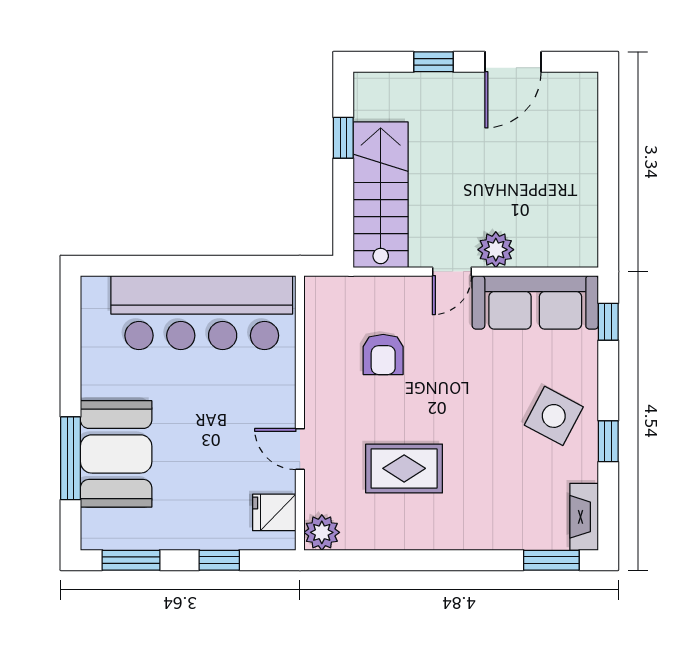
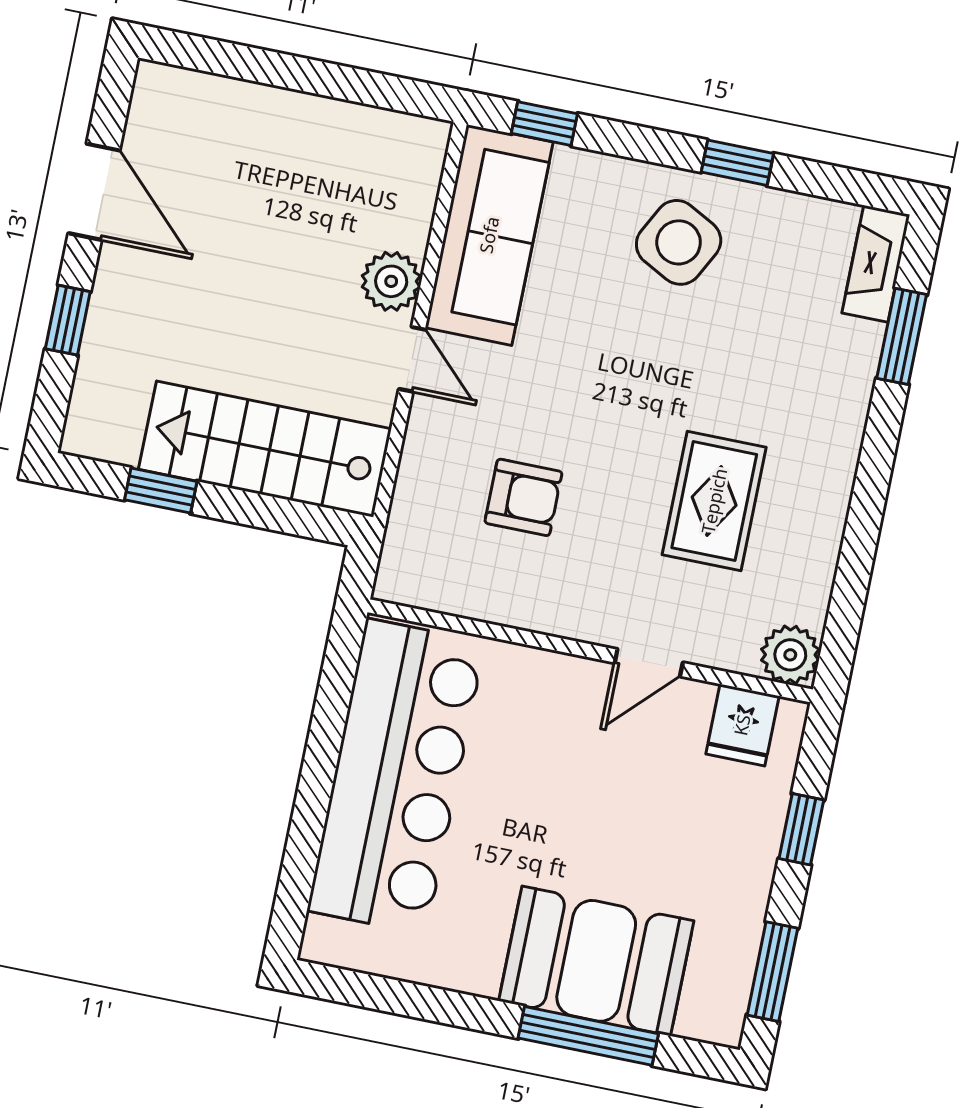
fireplace: (584, 517) -> (876, 264), moved, turned 90
window: (551, 560) -> (902, 336), moved

